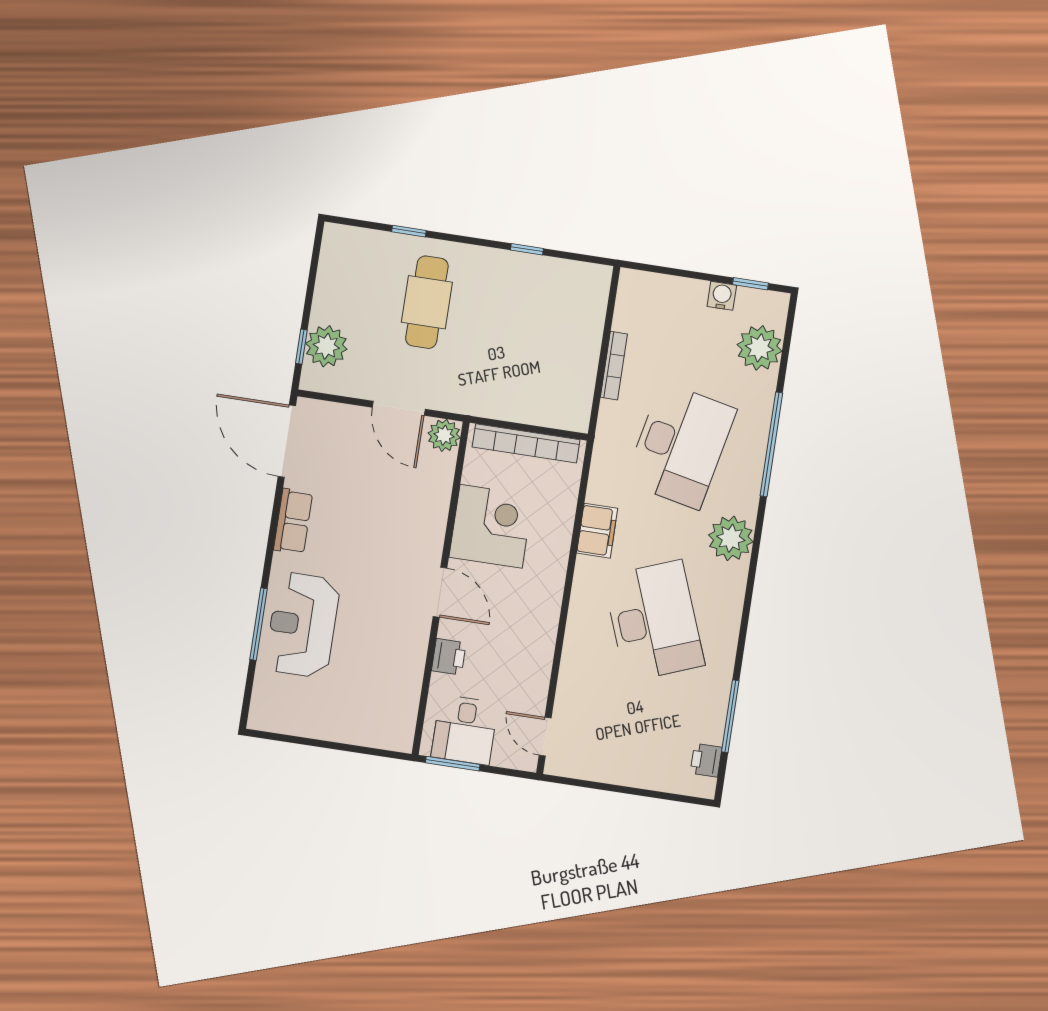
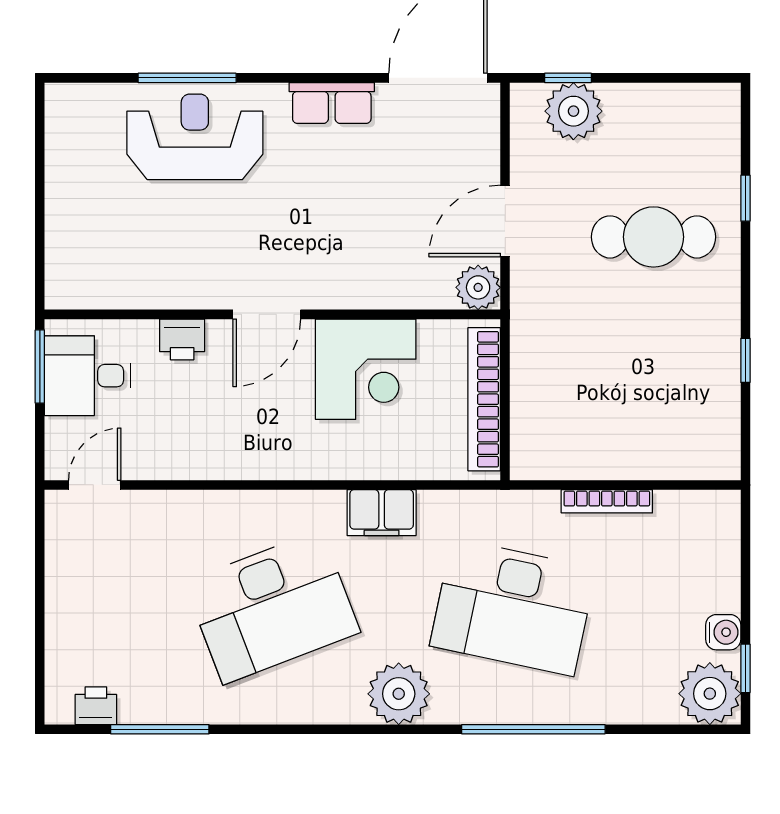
plant: (759, 348) -> (710, 694), moved

